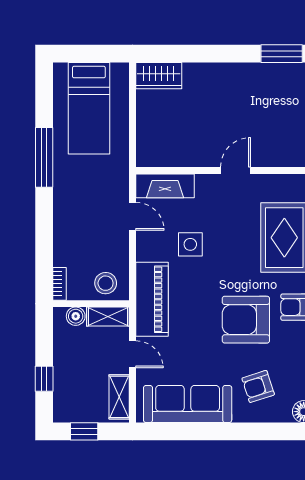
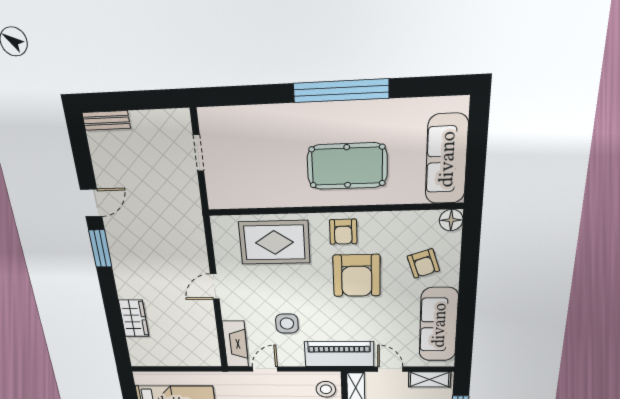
wardrobe: (159, 76) -> (134, 318), moved
door: (236, 170) -> (215, 287), hinge flipped
door: (132, 354) -> (390, 369), hinge flipped

